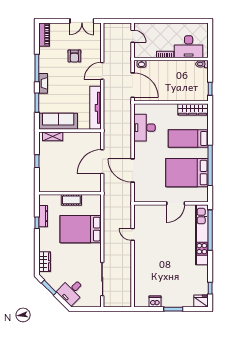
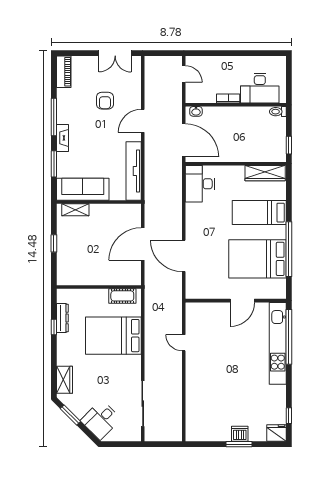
desk: (144, 128) -> (200, 184), moved
cot: (71, 200) -> (122, 296), moved
dishwasher: (155, 302) -> (240, 434), moved

